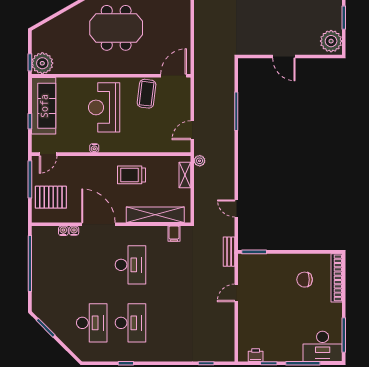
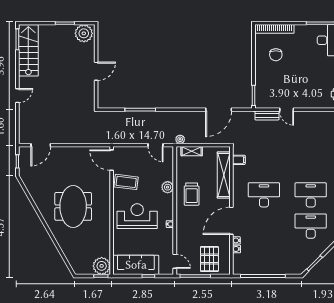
reception desk: (104, 107) -> (137, 216), turned 180
plant: (140, 145) -> (168, 187), added
door: (236, 209) -> (219, 110), width x1.87
bench: (229, 252) -> (267, 115), moved

